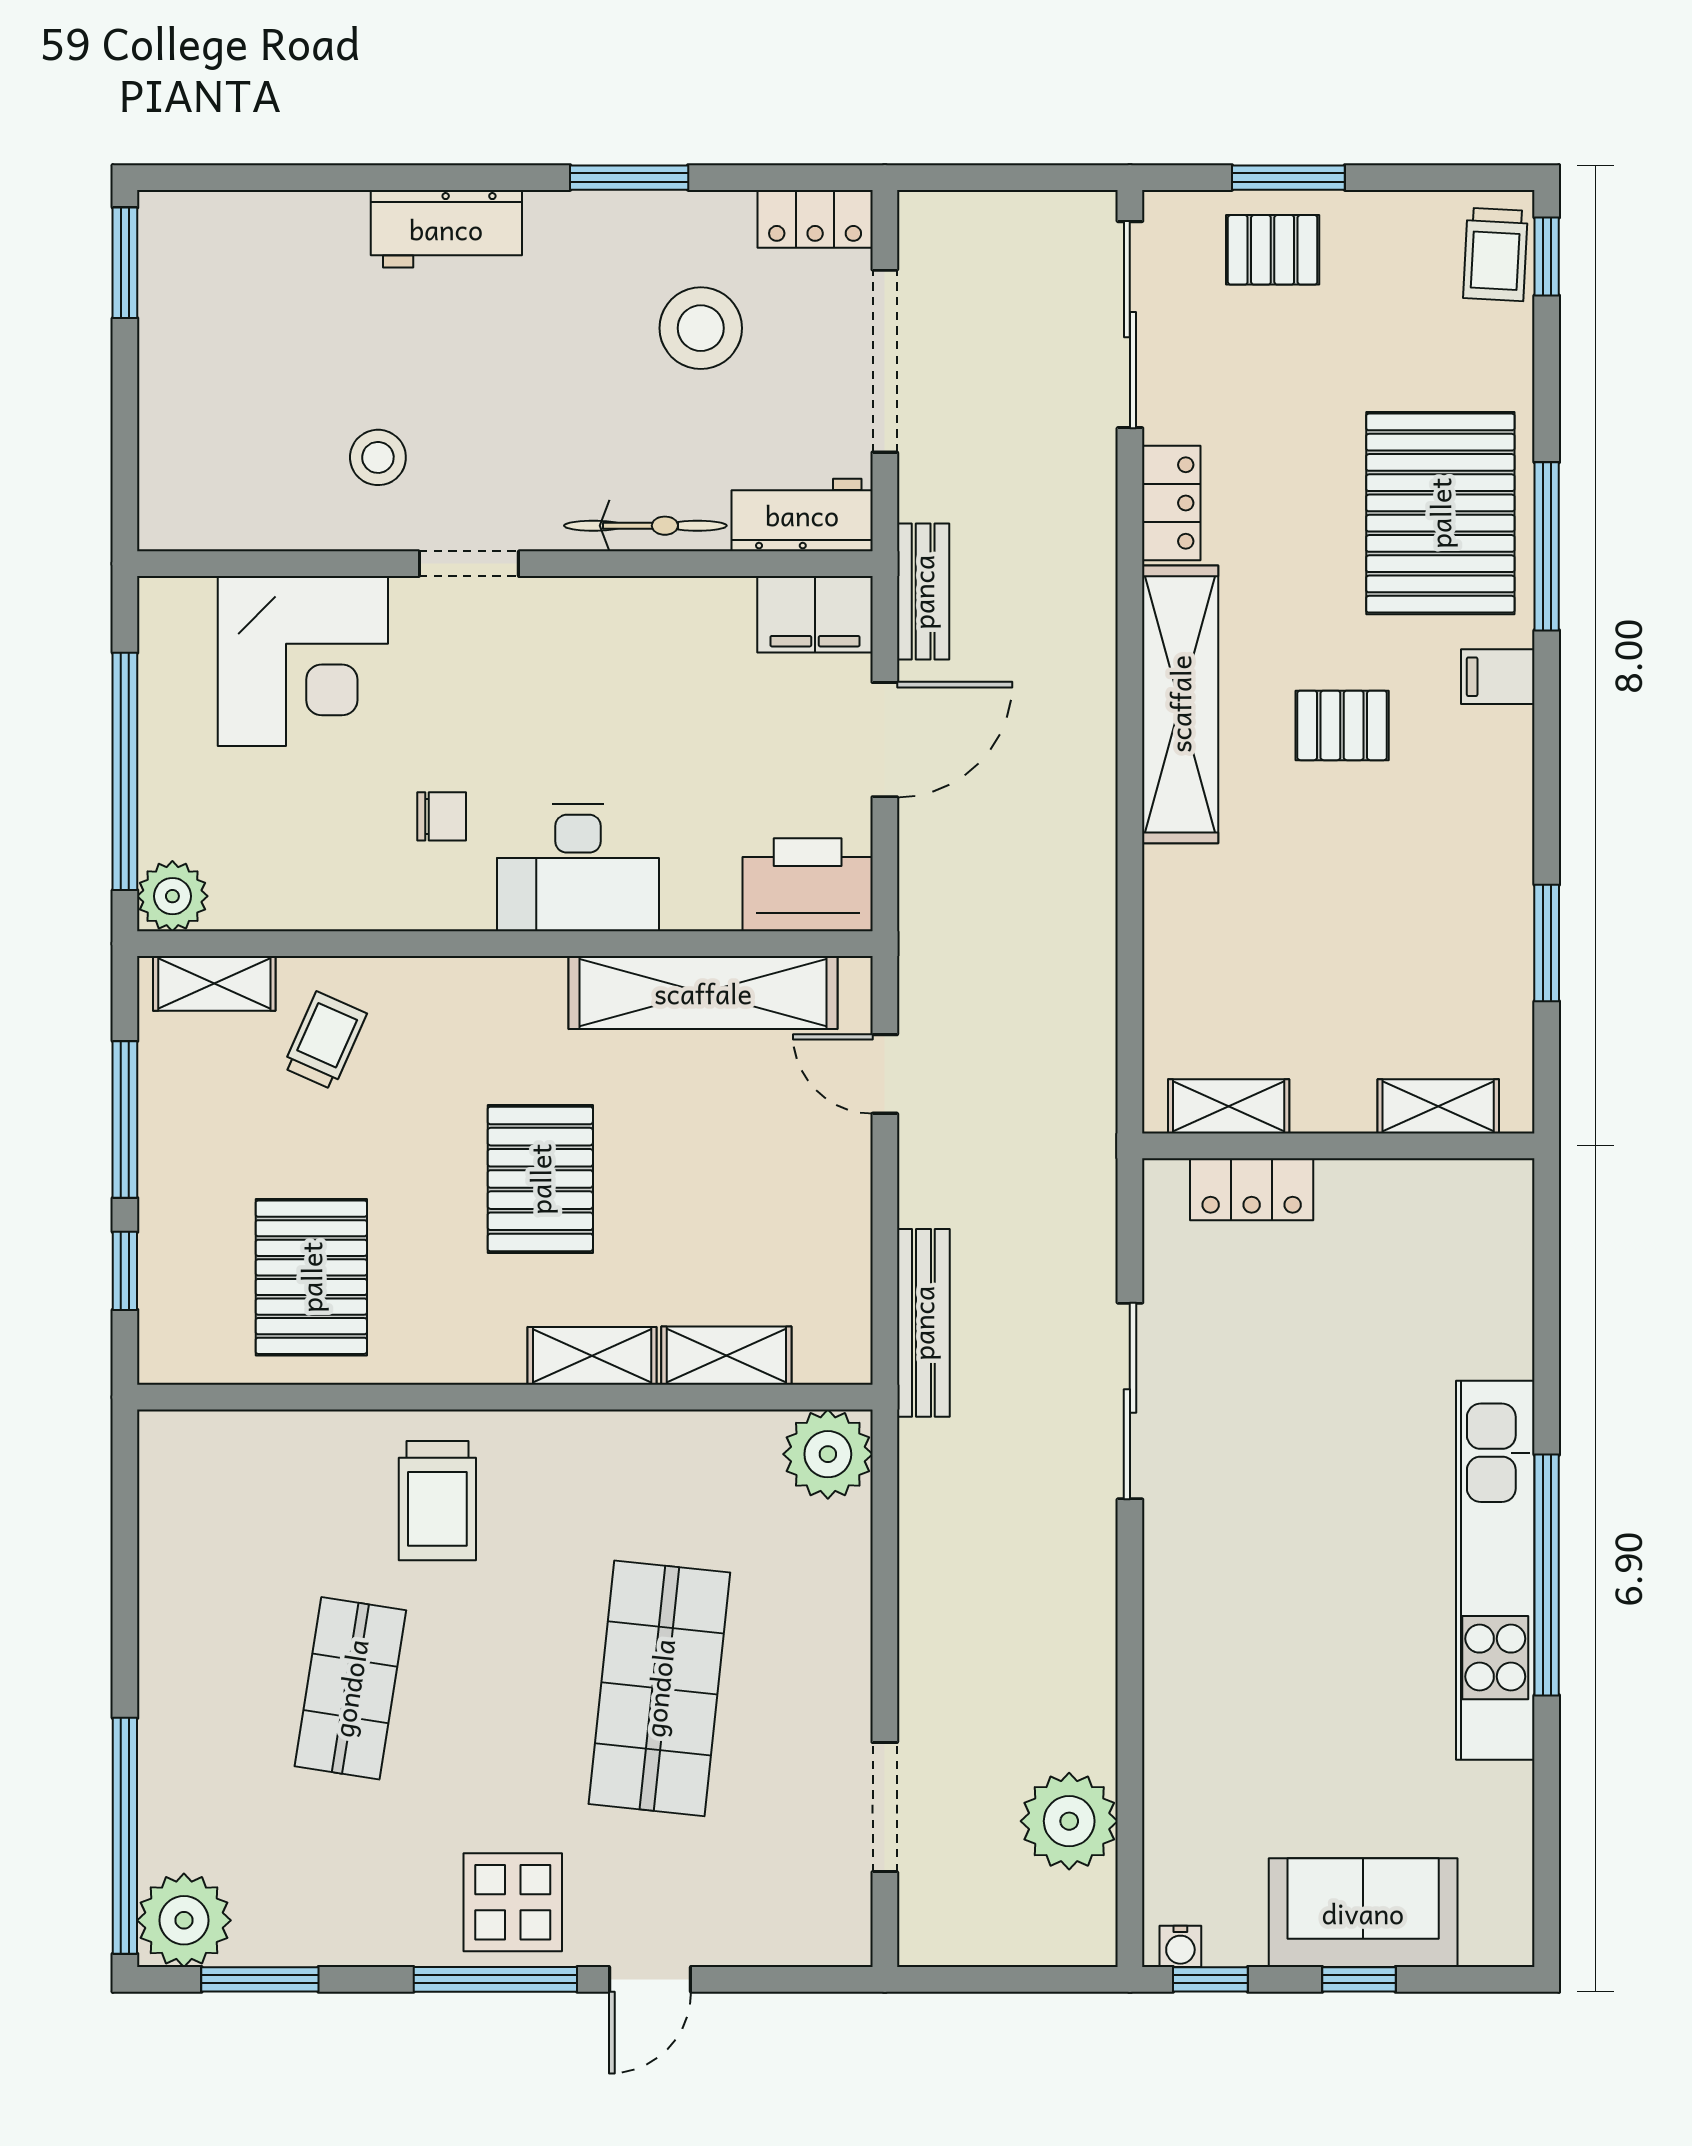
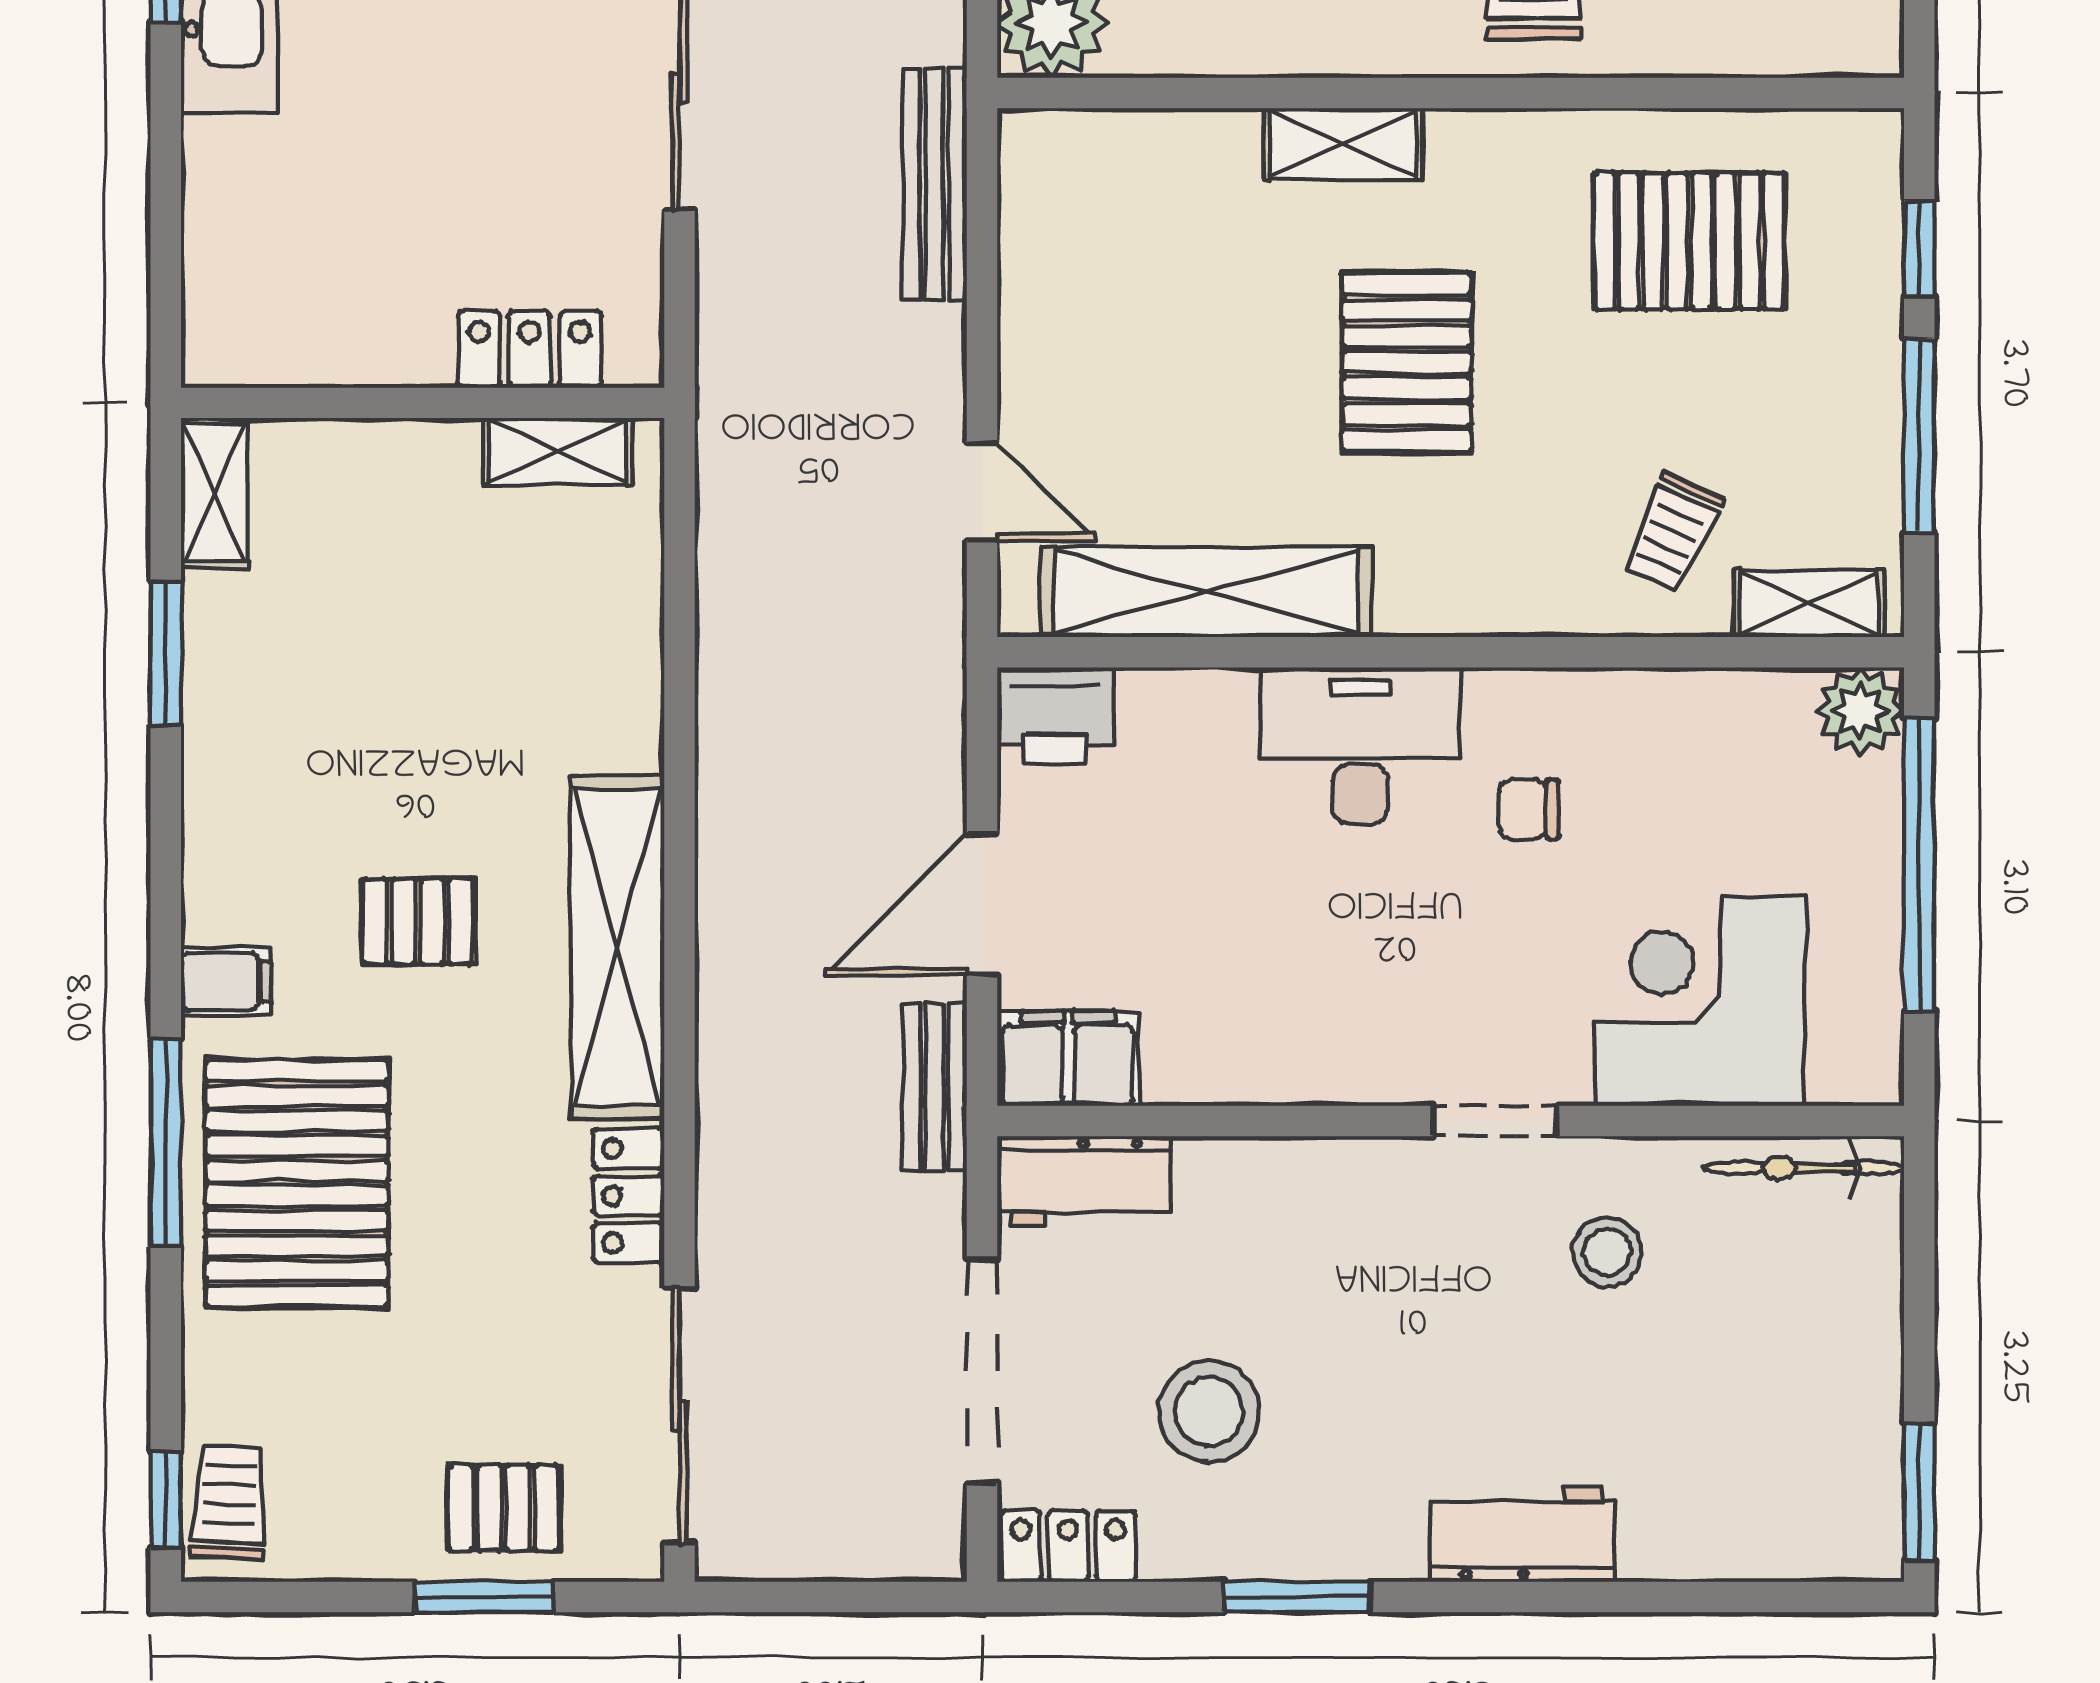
bicycle: (645, 526) -> (1804, 1168), moved
printer: (808, 885) -> (1055, 716), width x0.73, depth x0.84
shelving: (1438, 1106) -> (214, 493), moved, turned 90
pallet: (311, 1277) -> (1689, 241), turned 90
shelving: (726, 1356) -> (1177, 144), removed

